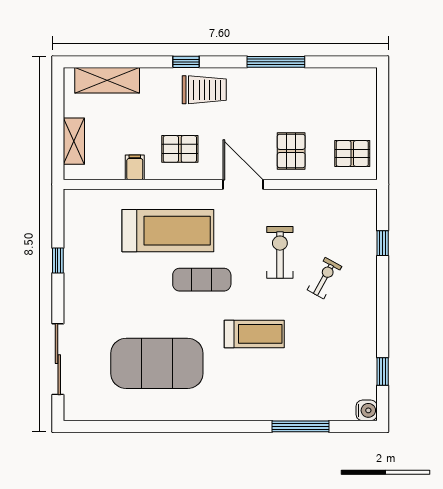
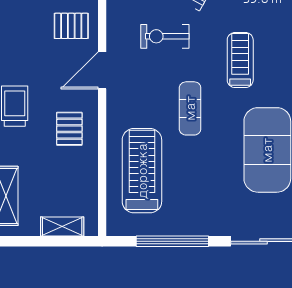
filing cabinet: (135, 167) -> (86, 170), removed
treadmill: (168, 231) -> (142, 171), moved
window: (58, 261) -> (172, 241), width x3.17

